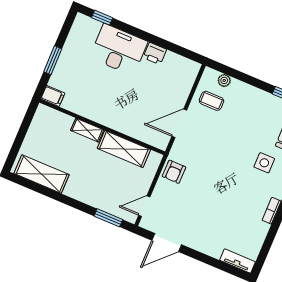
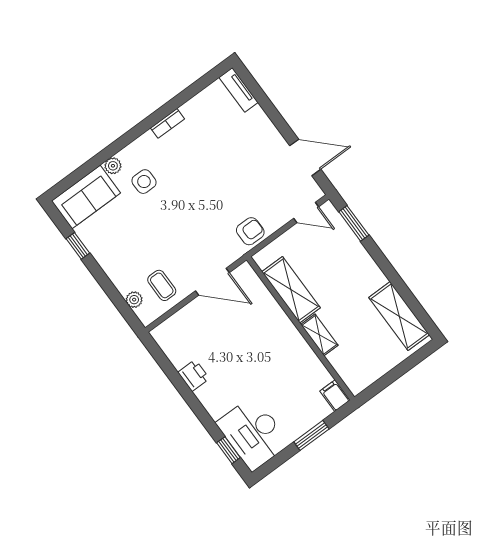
desk: (119, 50) -> (253, 433), moved

